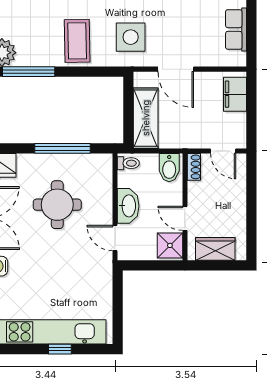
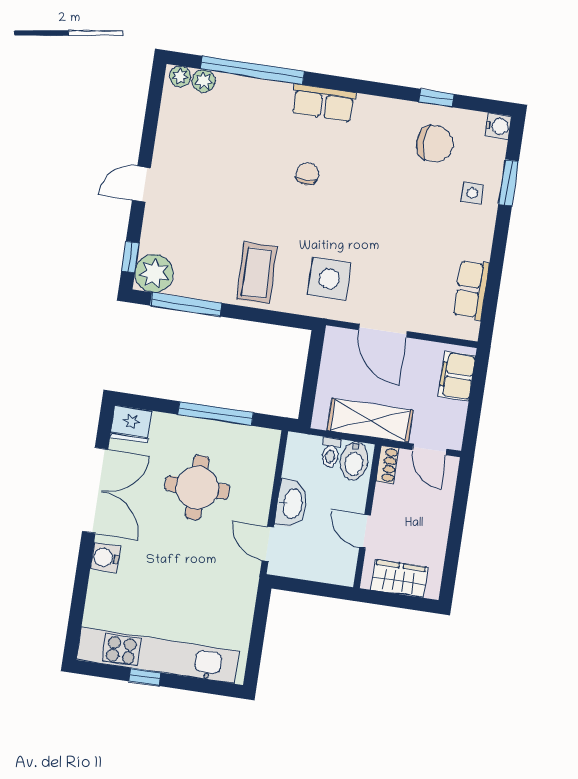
shelving: (146, 118) -> (370, 421), moved, turned 90
toilet: (128, 163) -> (331, 453), moved, turned 90
shower: (170, 245) -> (339, 565), removed
window: (60, 349) -> (145, 677), moved

